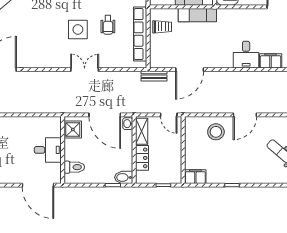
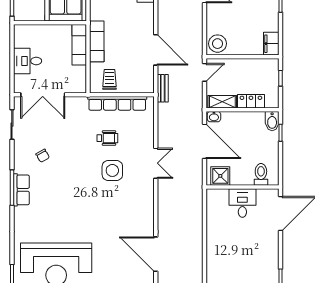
double door: (85, 70) -> (156, 163), swing flipped
door: (105, 115) -> (205, 141), hinge flipped
stool: (216, 132) -> (218, 44), moved

